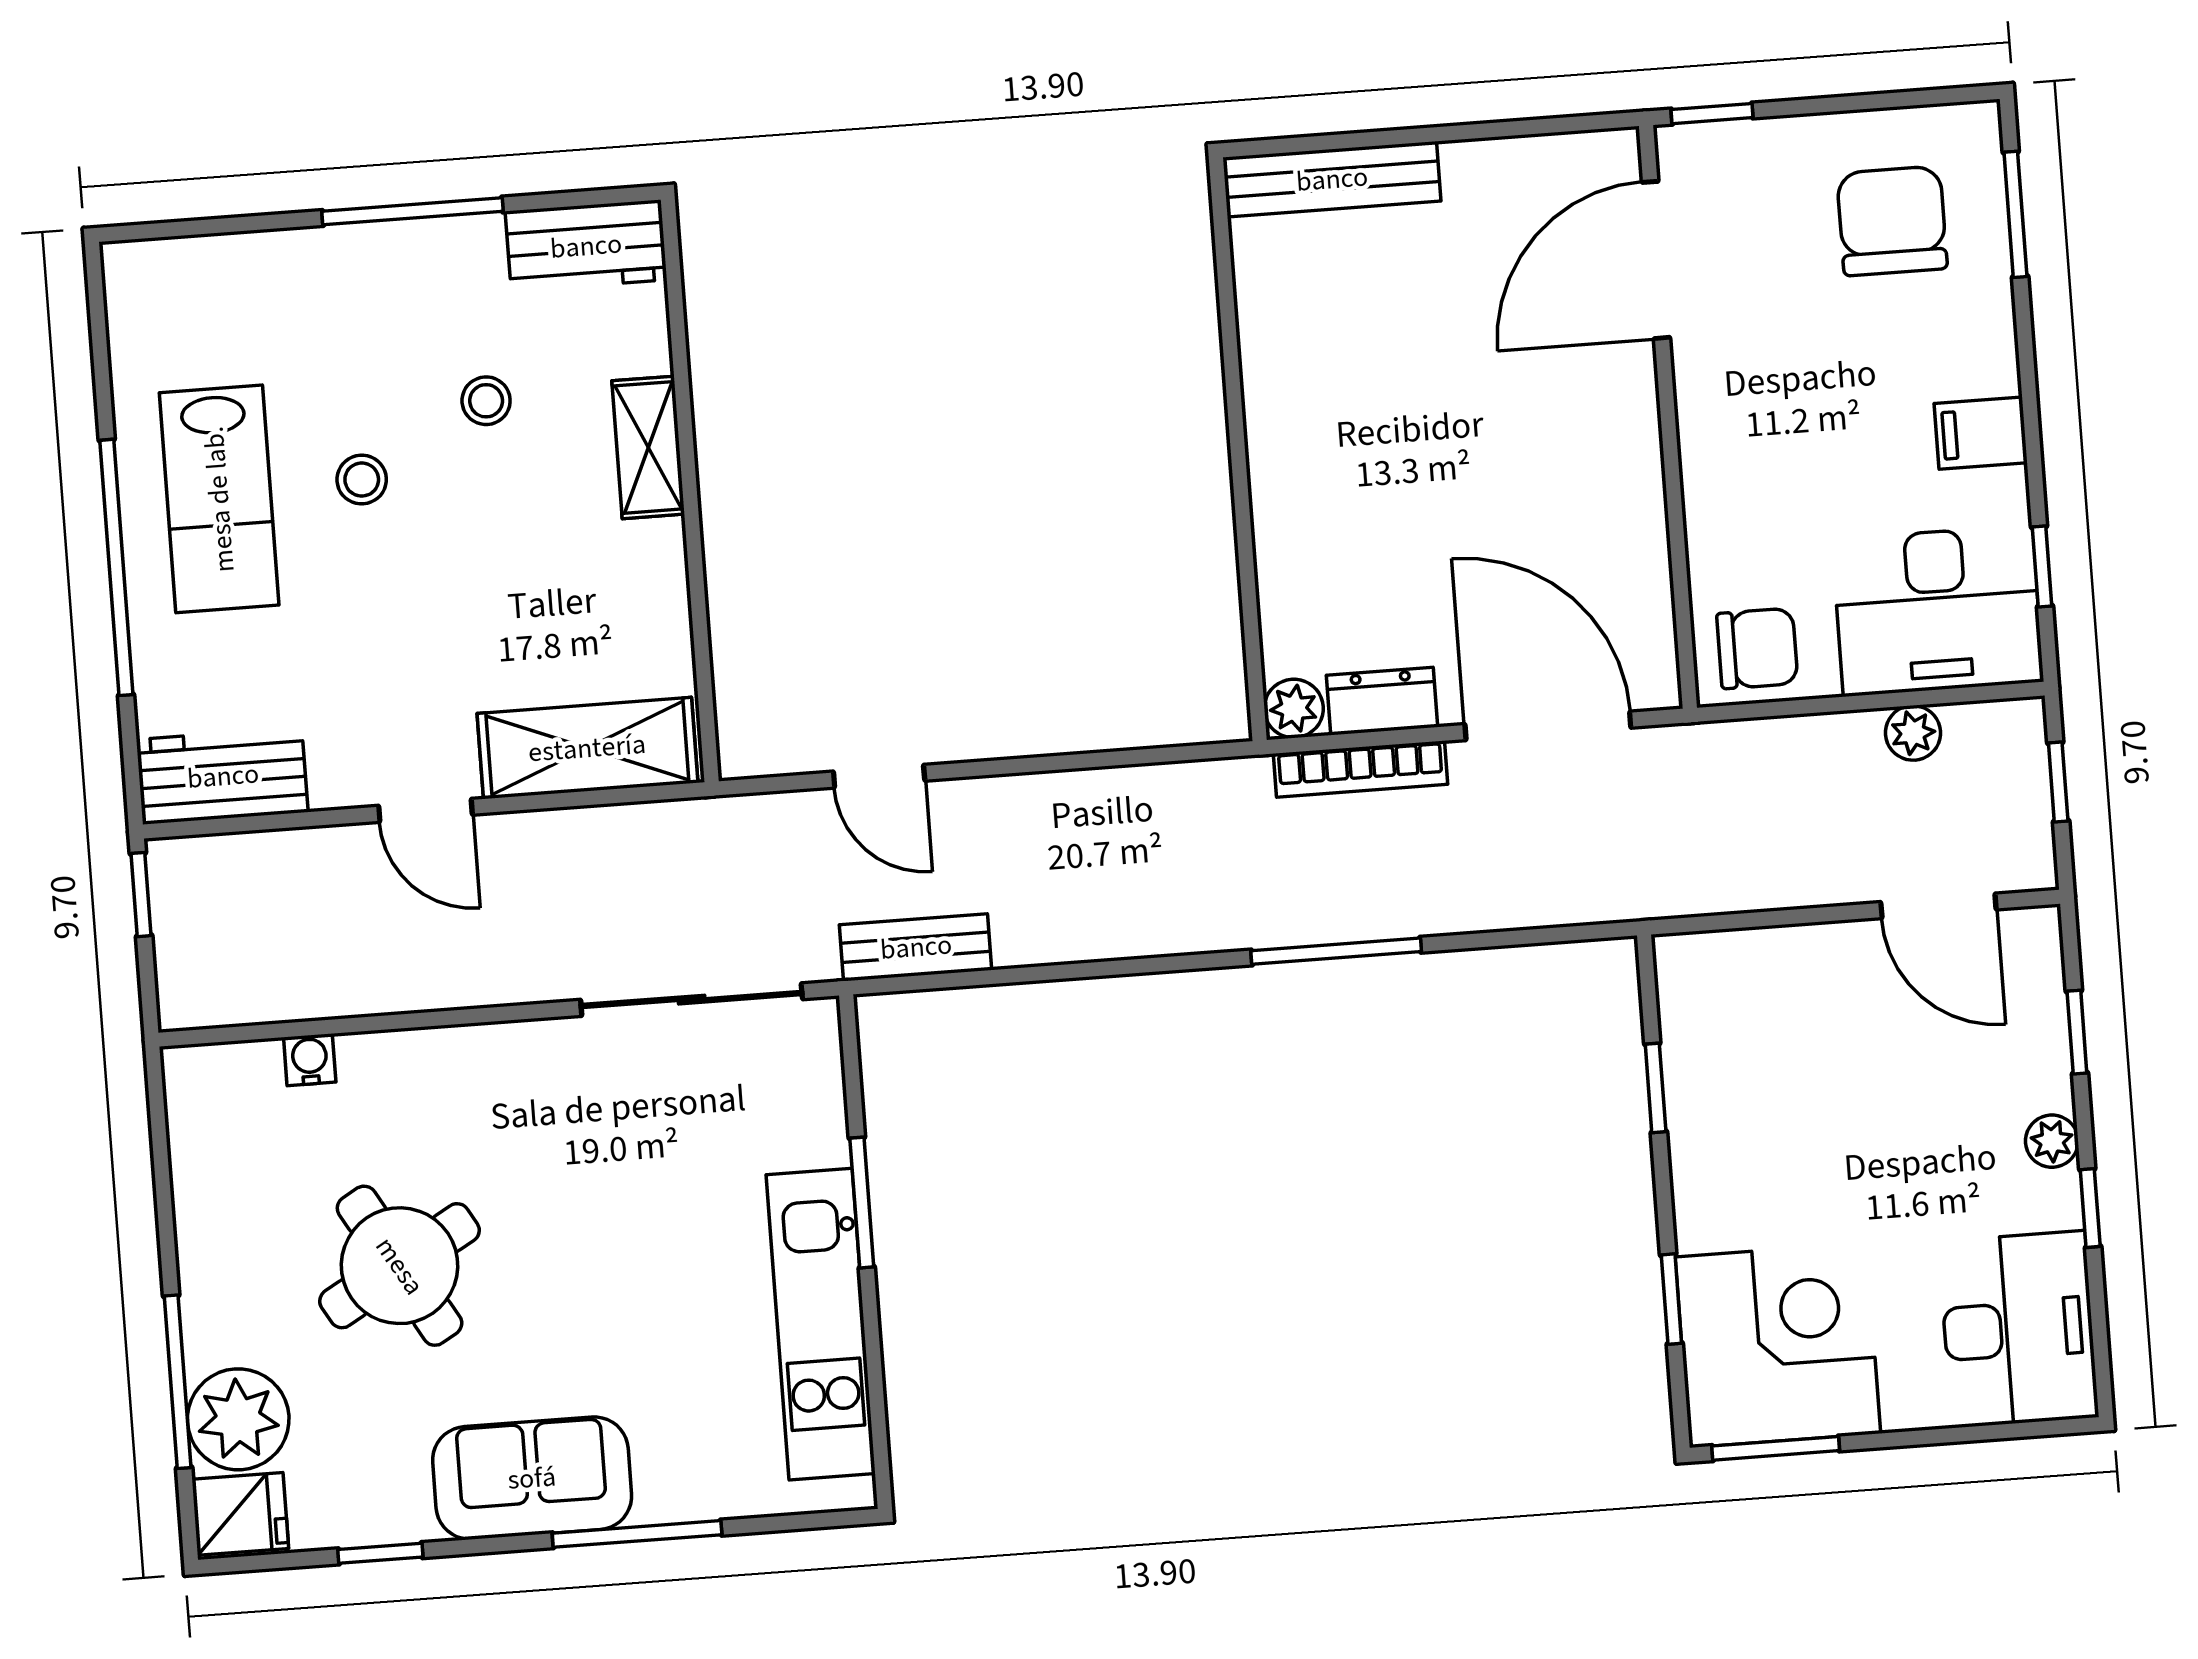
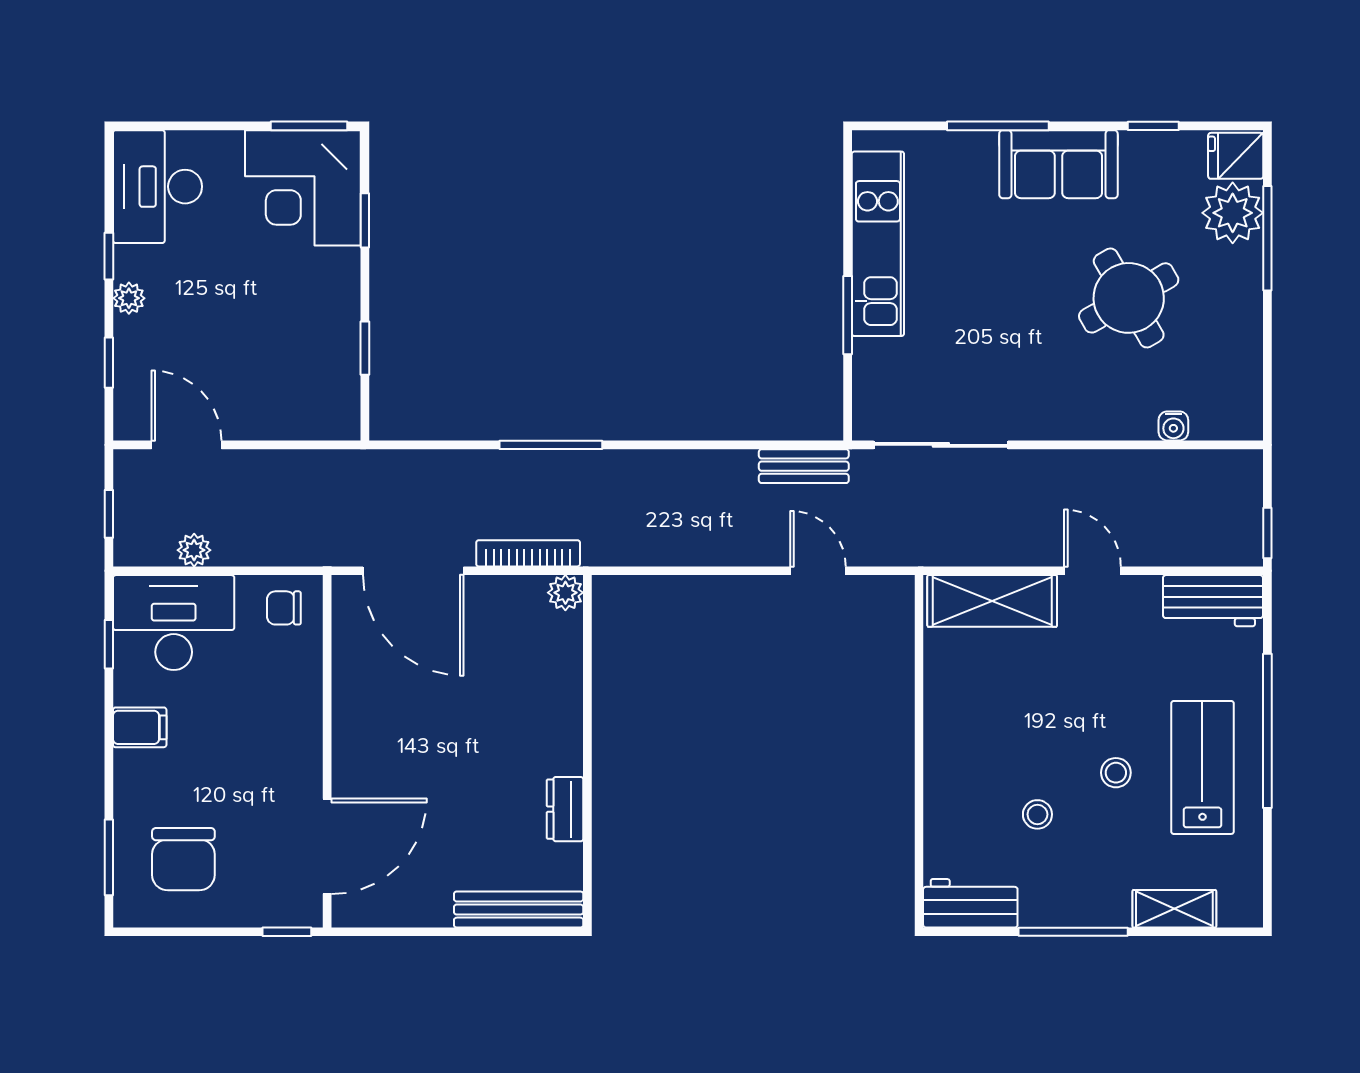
shelving: (648, 447) -> (1174, 909), moved, turned 90
chair: (1757, 648) -> (284, 608), width x0.73, depth x0.73
dresser: (1382, 701) -> (565, 809), moved, turned 90

